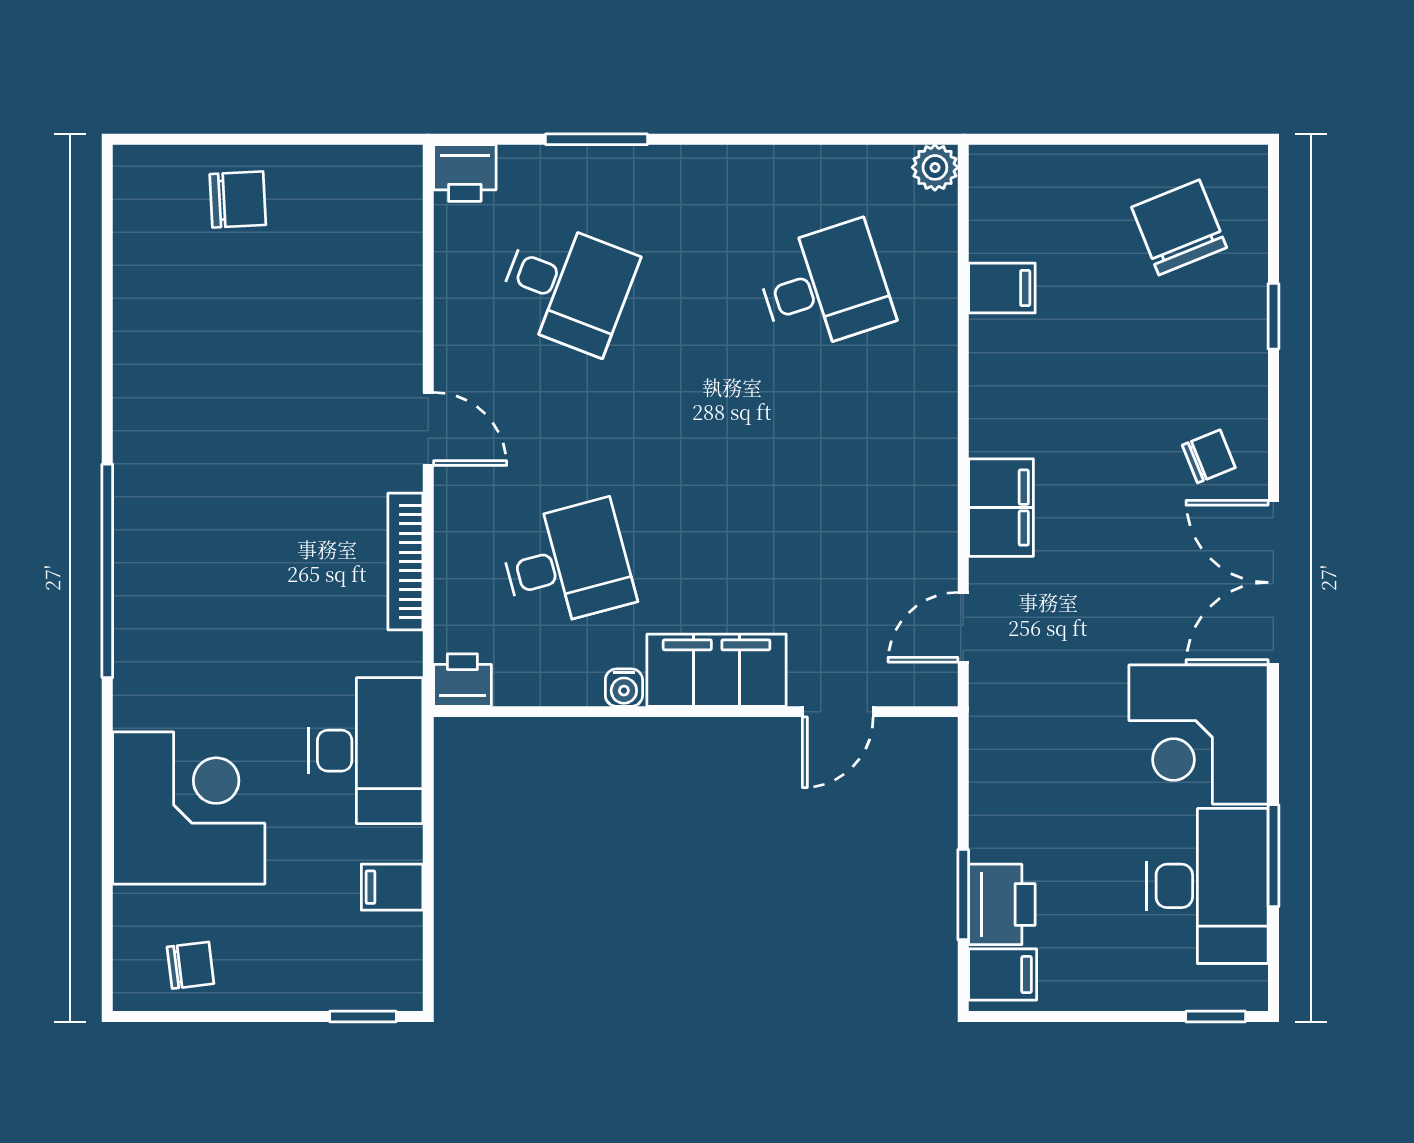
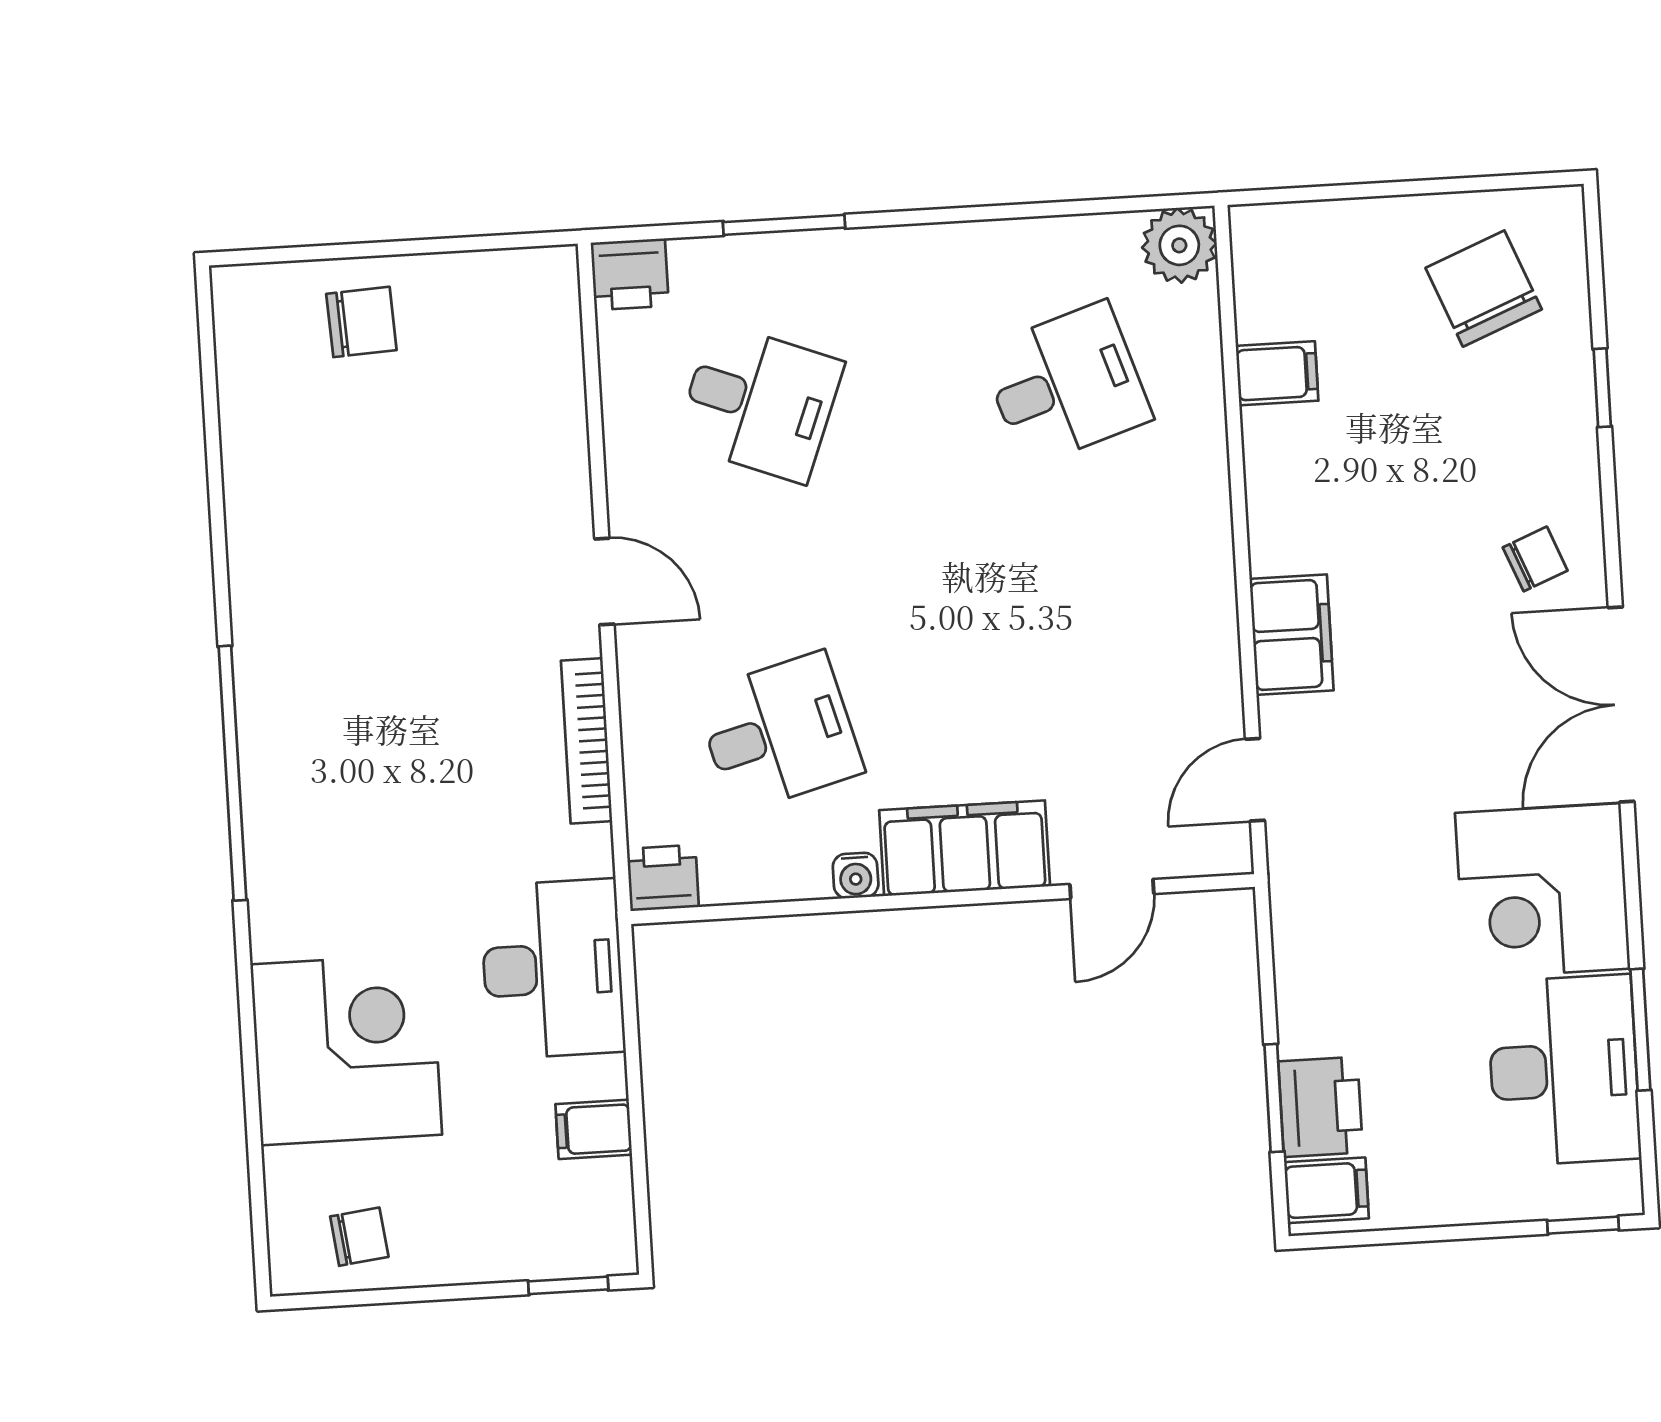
plant: (935, 167) -> (1179, 245), width x1.38, depth x1.38

